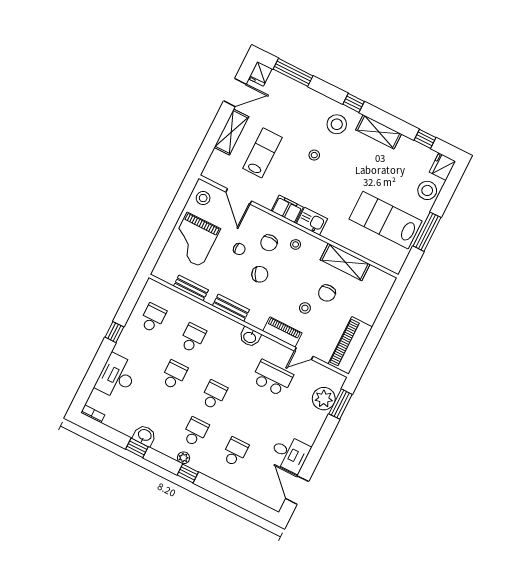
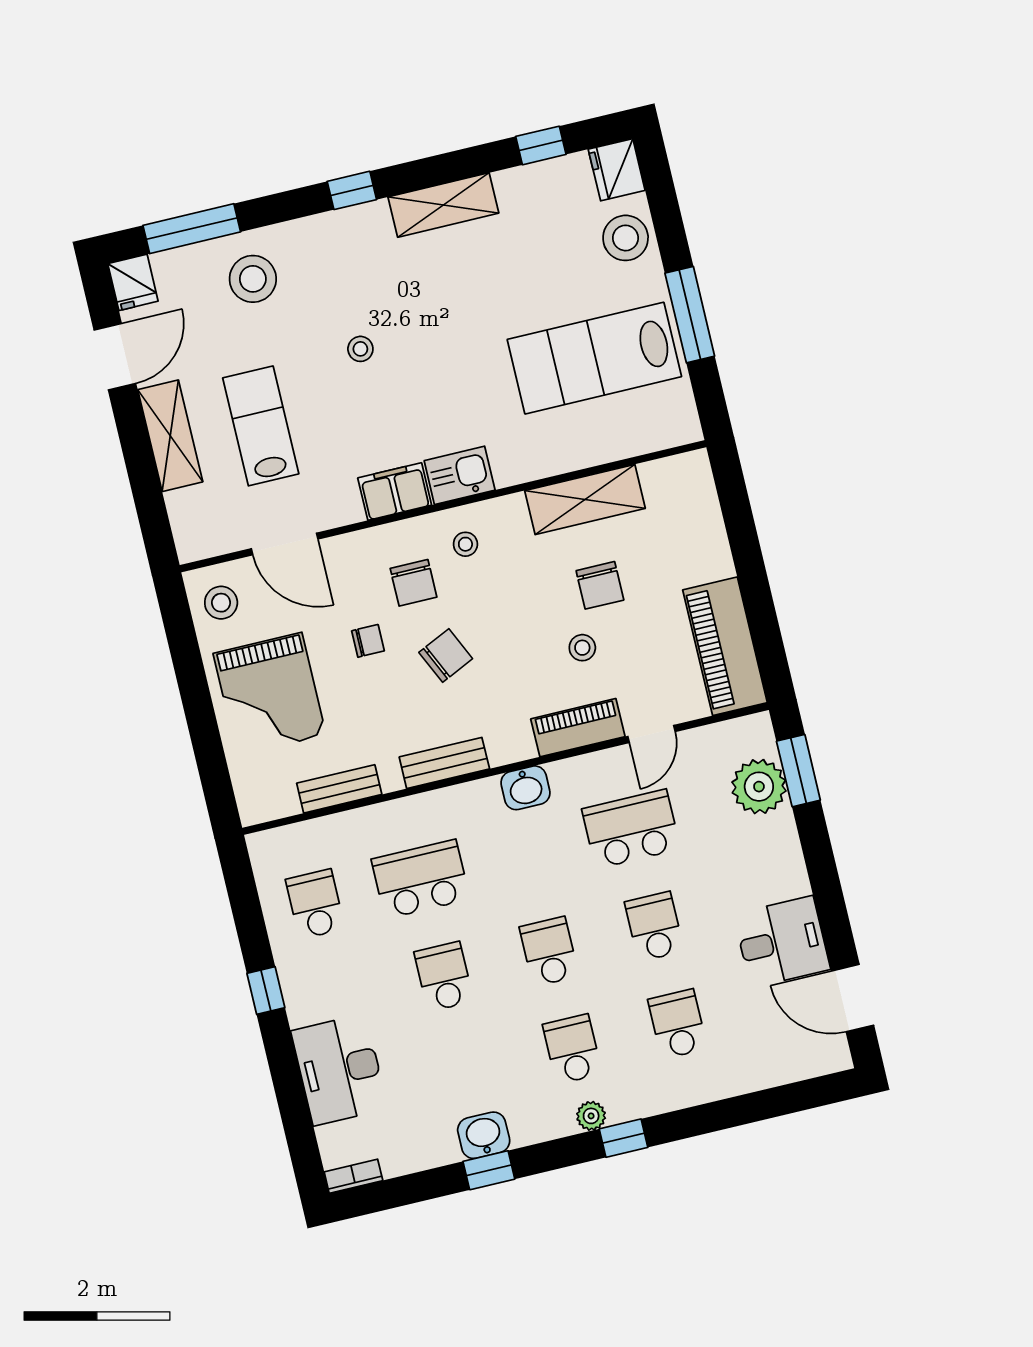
stool: (337, 124) -> (253, 279), moved
school desk: (193, 338) -> (421, 879), width x1.85
school desk: (254, 415) -> (654, 926), added

